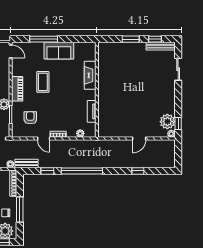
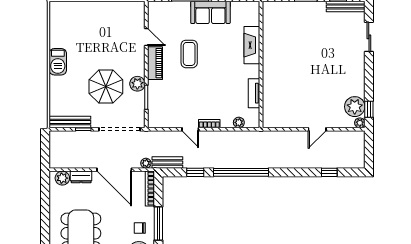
door: (11, 51) -> (146, 37), moved
armchair: (30, 118) -> (172, 102), removed
window: (138, 171) -> (329, 172), moved

